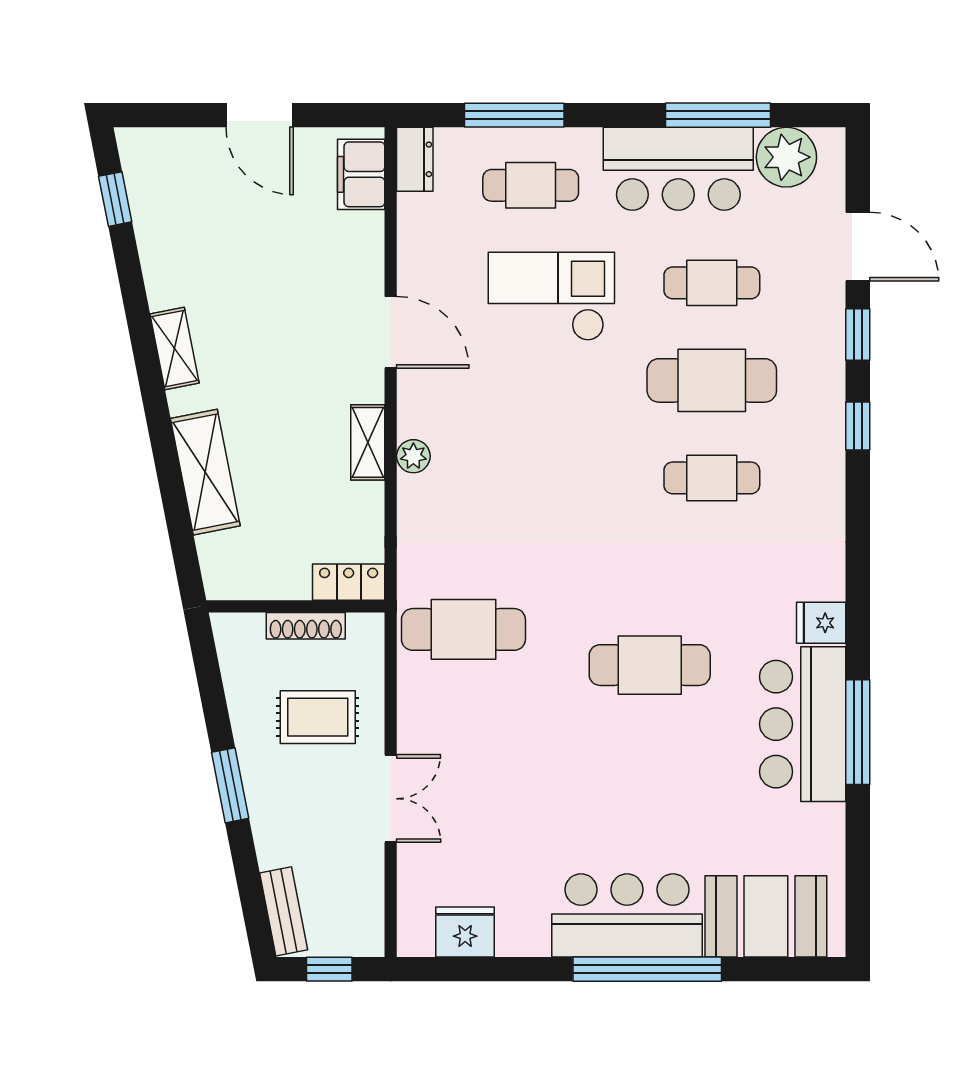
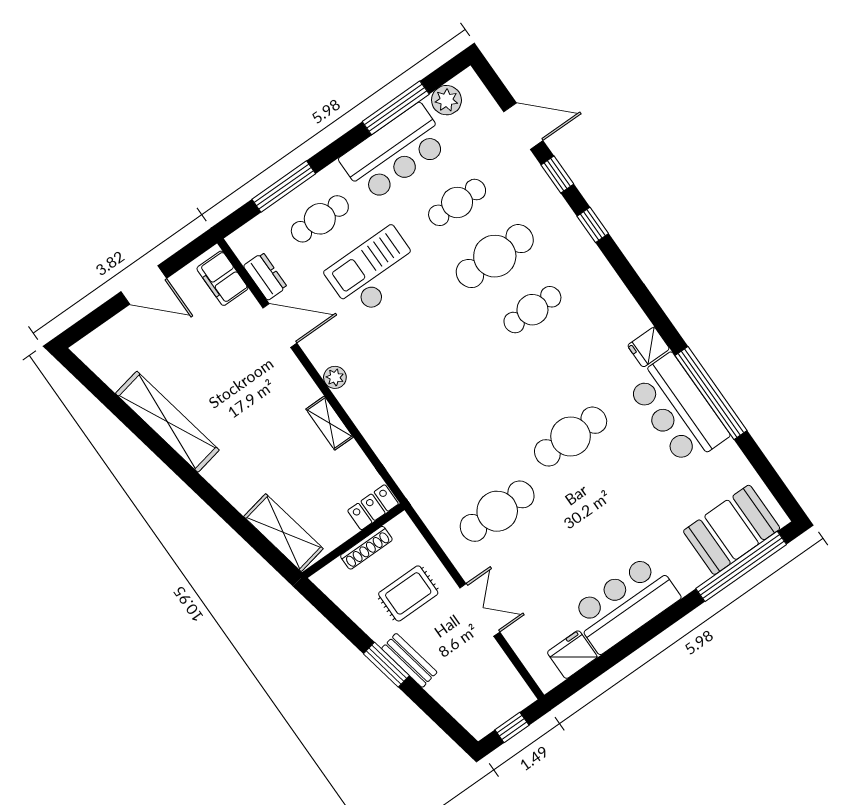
plant: (786, 157) -> (446, 100), width x0.73, depth x0.73
dresser: (415, 159) -> (265, 276), moved
window: (115, 199) -> (97, 387), removed
door: (391, 332) -> (280, 326), moved
shelving: (175, 349) -> (167, 422), width x2.20, depth x1.33
plant: (413, 456) -> (335, 377), moved
shelving: (205, 472) -> (283, 533), moved
cafe table: (463, 629) -> (497, 511), moved
window: (858, 732) -> (711, 393), width x1.46
bench: (284, 911) -> (409, 660), moved
bar counter: (627, 915) -> (625, 604), moved
window: (647, 969) -> (741, 566), moved

